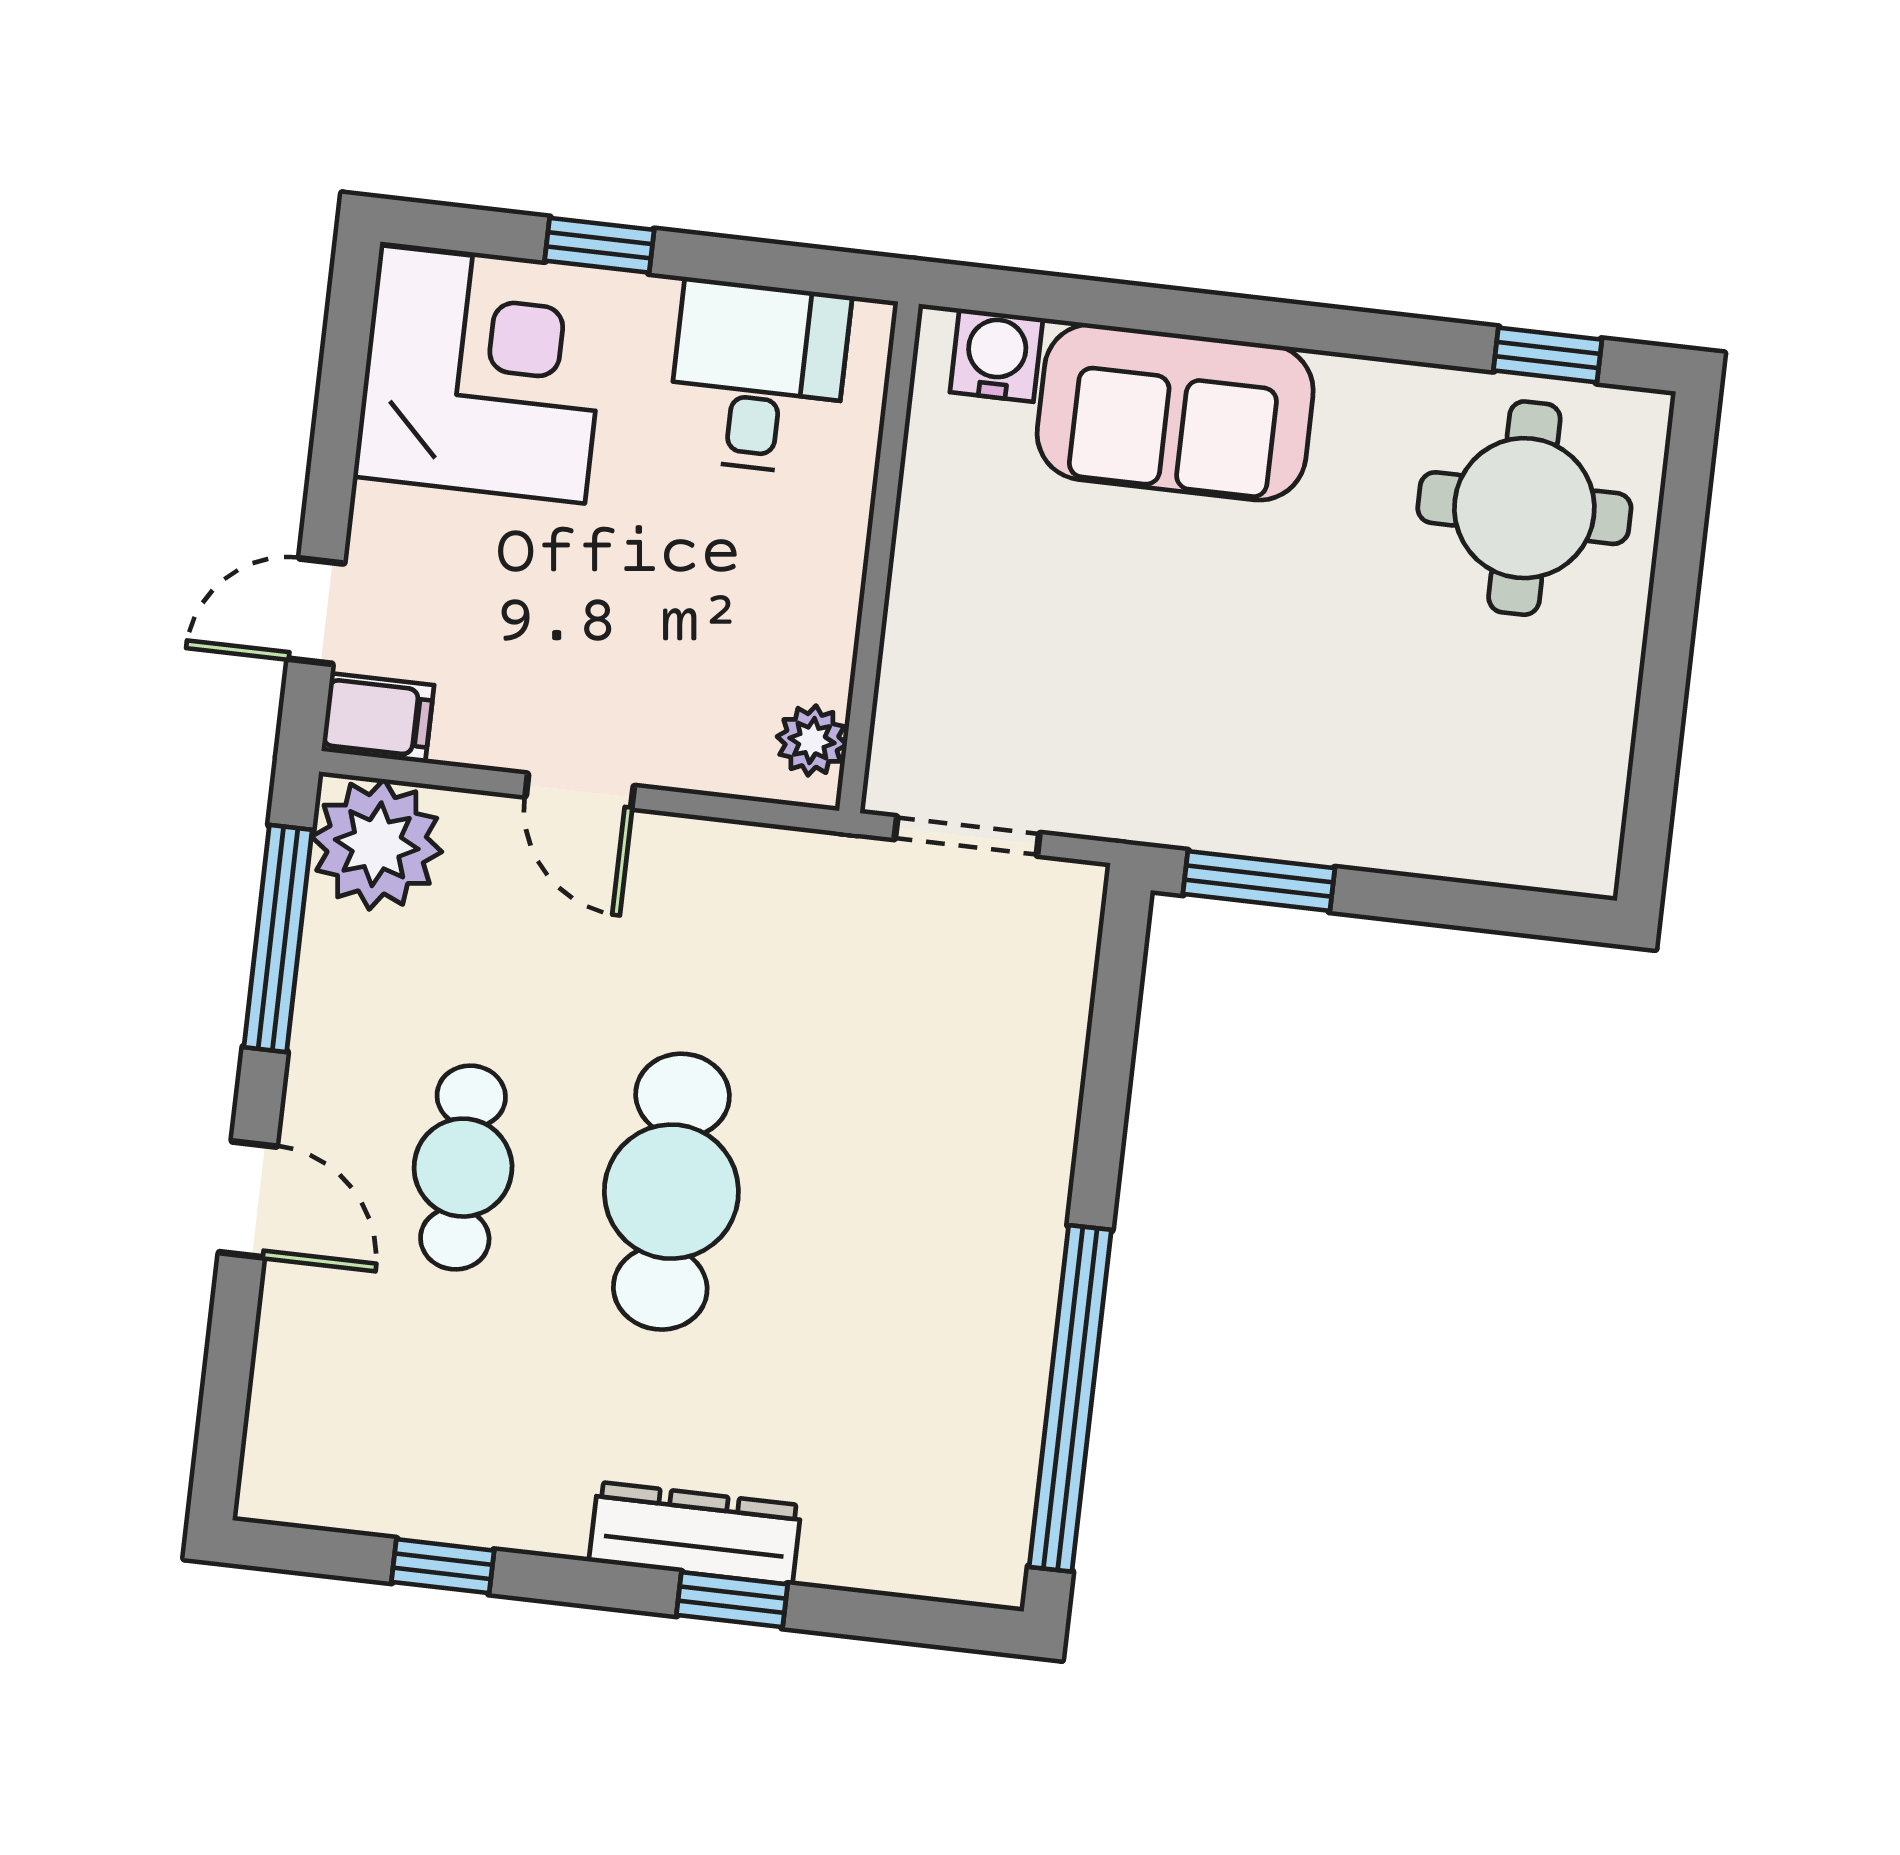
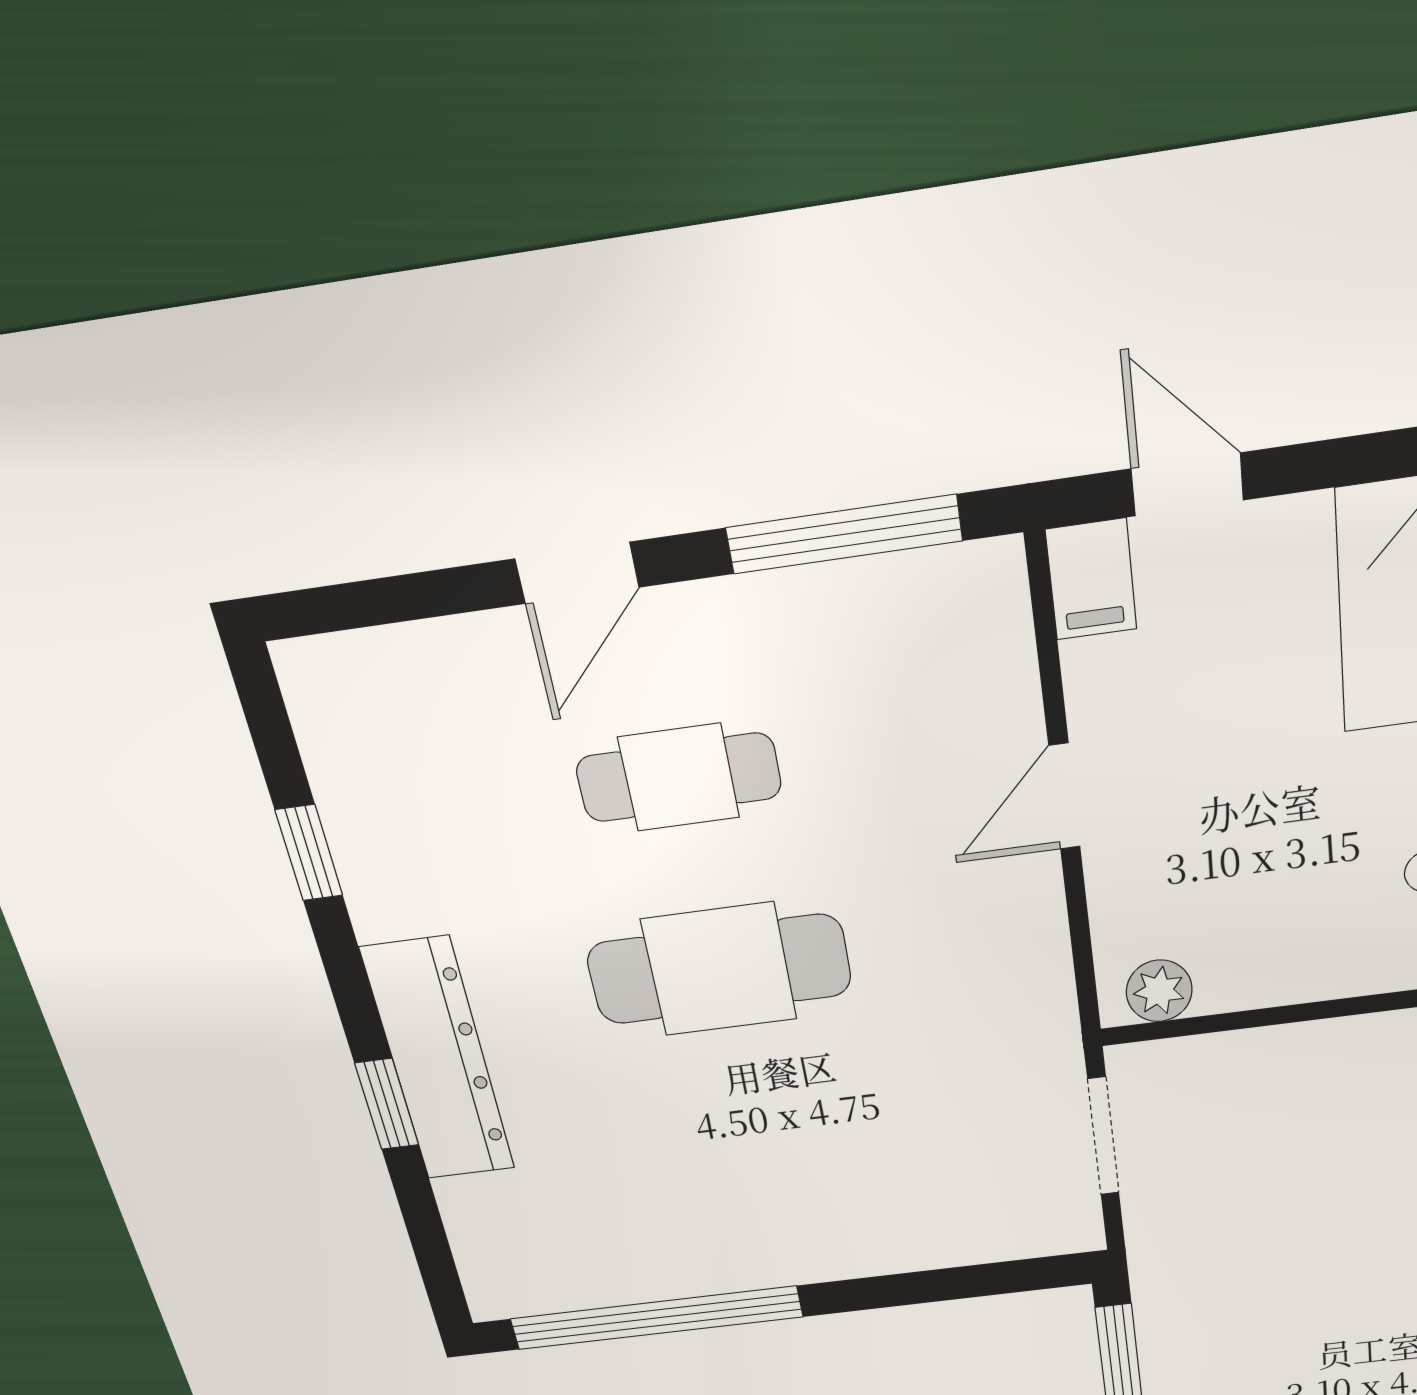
plant: (377, 844) -> (965, 612), removed
dresser: (695, 1533) -> (439, 1060), width x1.37, depth x1.24

